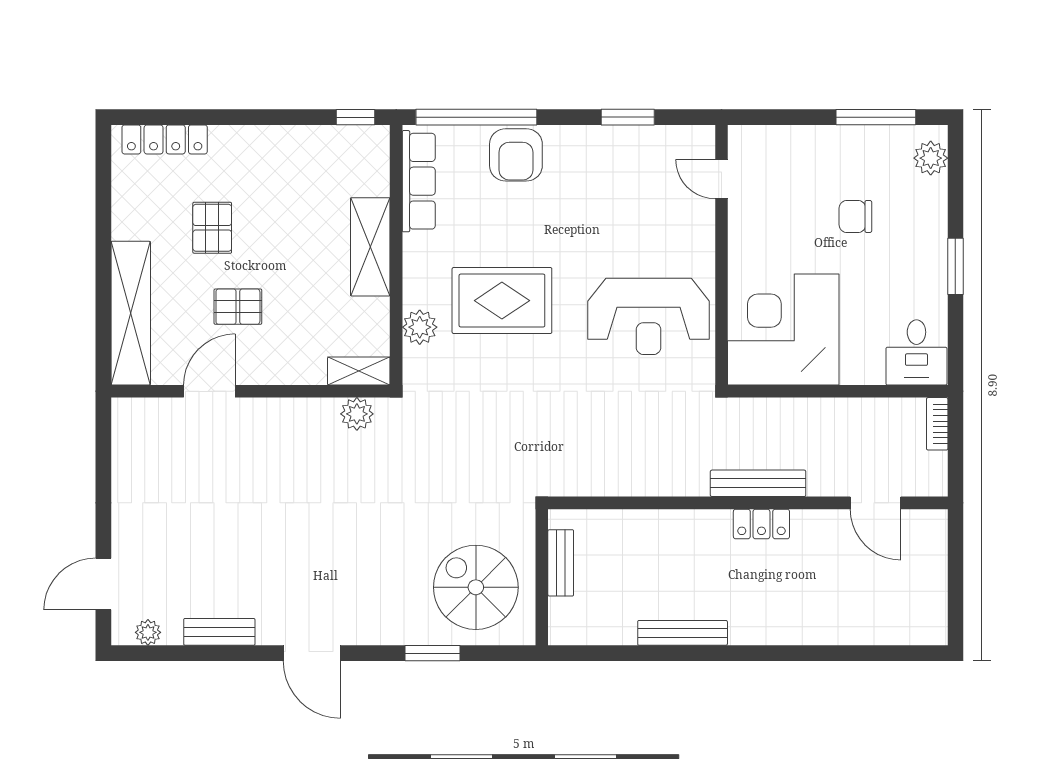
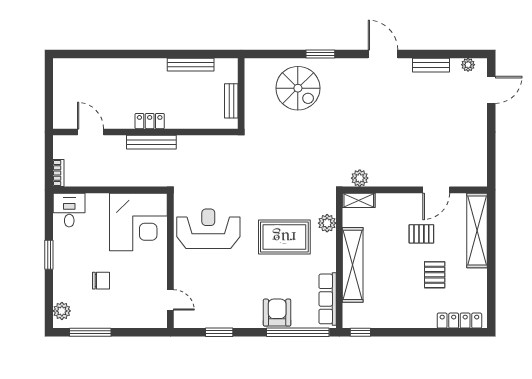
shelving: (370, 247) -> (353, 265), width x1.47
bench: (561, 563) -> (231, 101), moved
wall: (542, 577) -> (241, 93), moved

